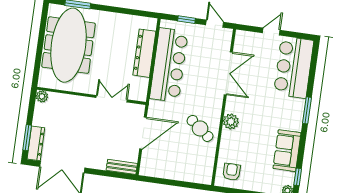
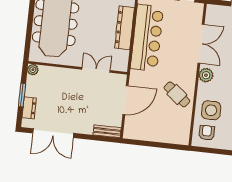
plant: (231, 122) -> (206, 75), moved
window: (27, 138) -> (22, 95), moved
dresser: (36, 143) -> (29, 108), width x0.70
side table: (237, 147) -> (211, 110), added

